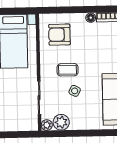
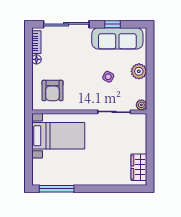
coffee table: (68, 70) -> (87, 83), removed
plant: (61, 122) -> (139, 71), moved

